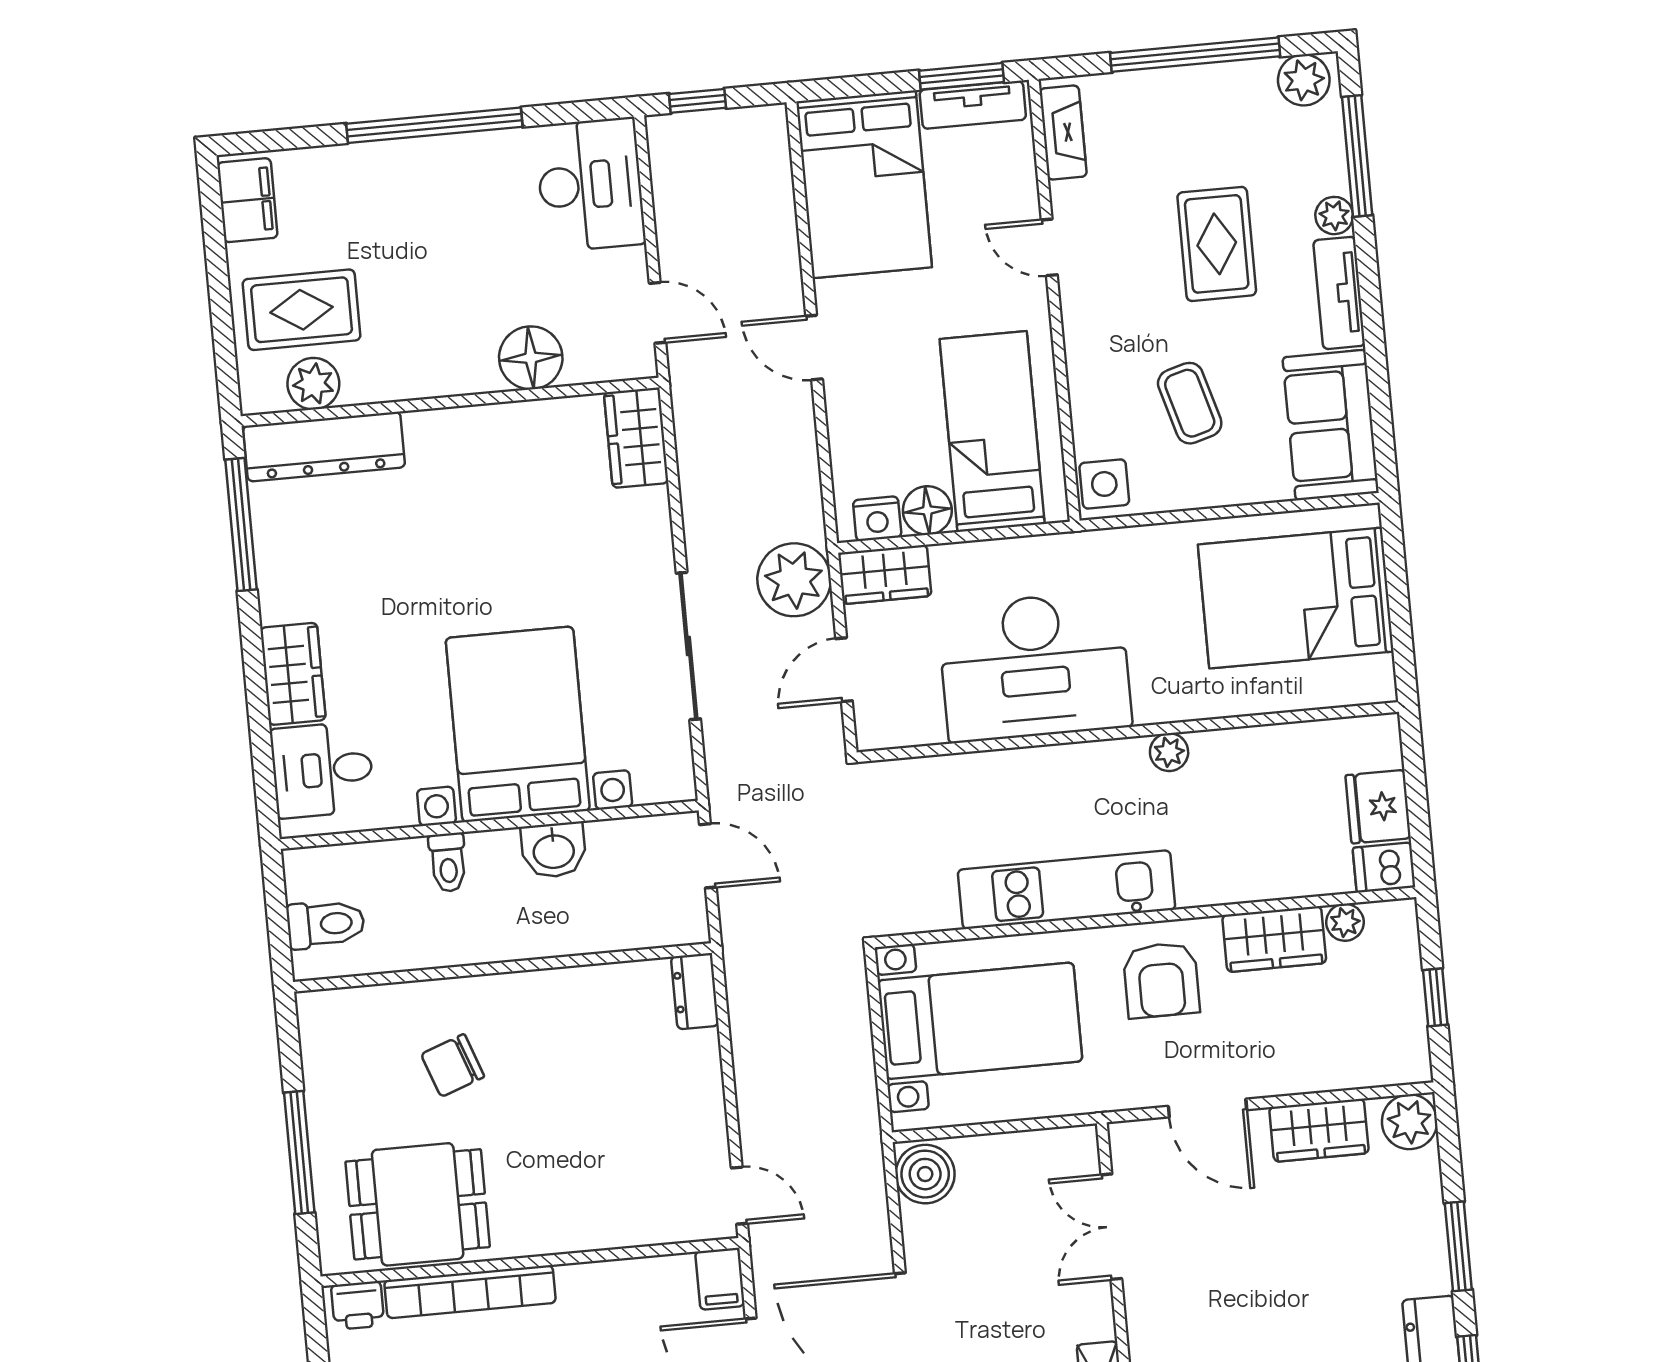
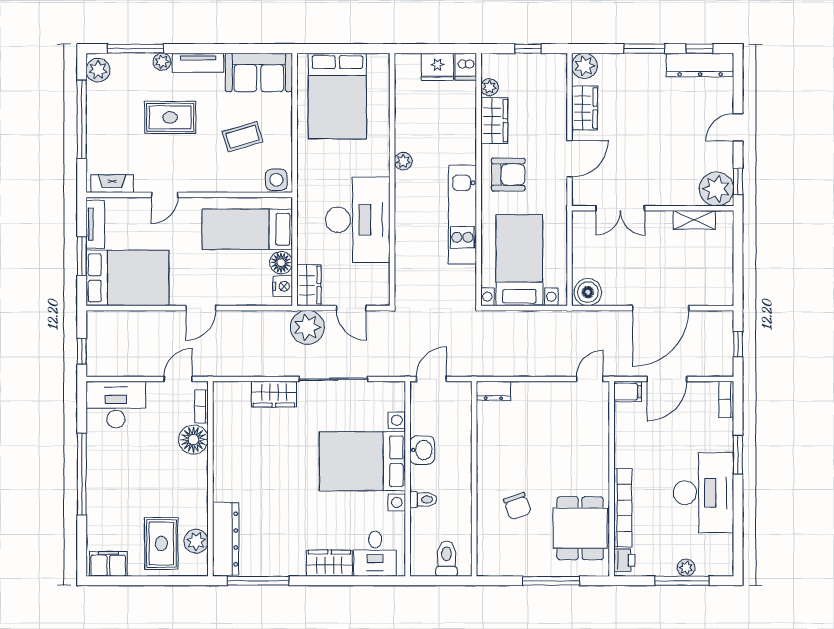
window: (962, 76) -> (82, 256), moved
bookcase: (603, 368) -> (201, 406), added
wardrobe: (636, 438) -> (274, 394), moved

